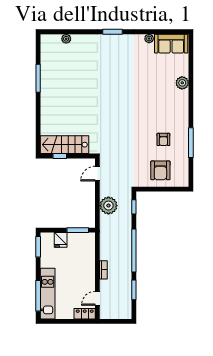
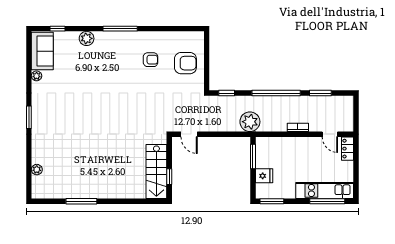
window: (191, 57) -> (57, 29), added
window: (191, 143) -> (120, 29), moved
plant: (108, 206) -> (250, 122), moved

